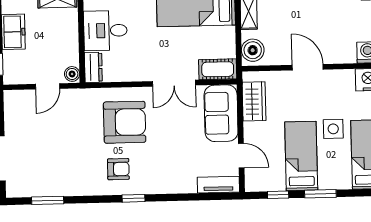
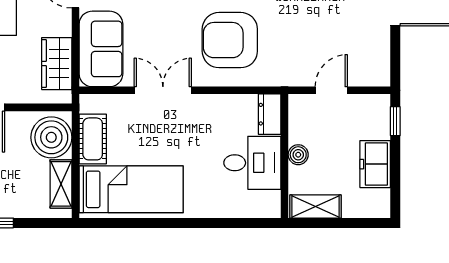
boiler: (253, 50) -> (51, 137), width x1.37, depth x1.37
cot: (218, 69) -> (93, 139), moved, turned 90
boiler: (72, 74) -> (298, 155), moved

